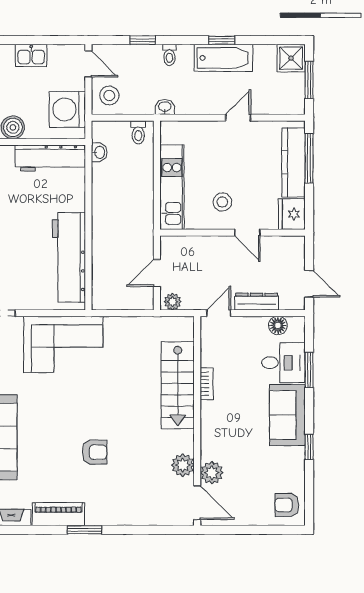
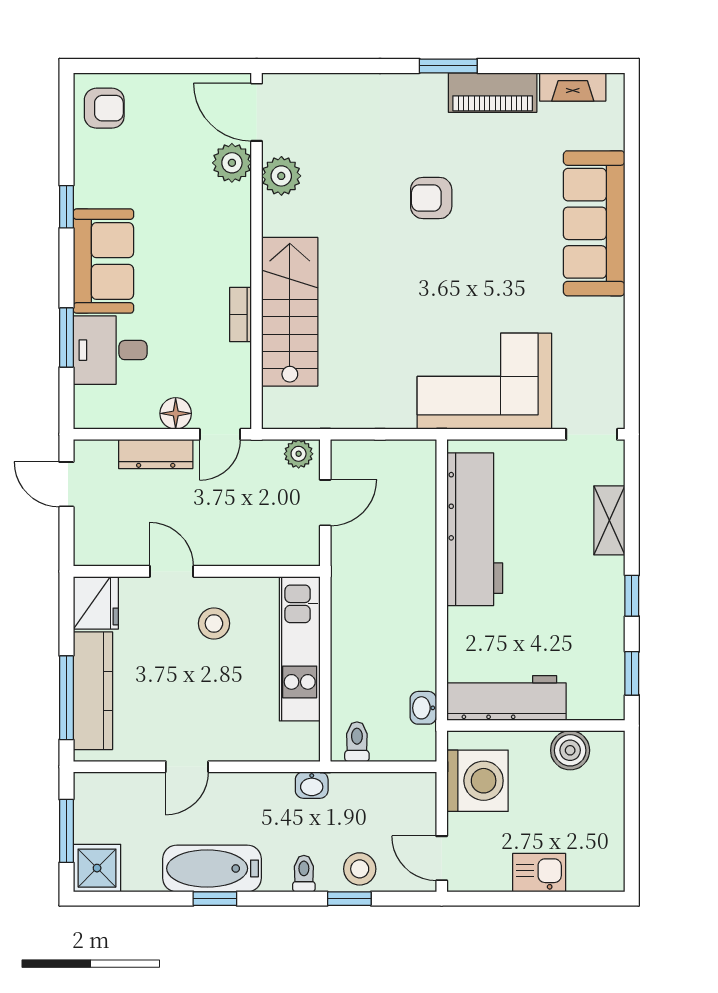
stool: (109, 95) -> (360, 869), moved
floor lamp: (278, 325) -> (176, 413), moved

